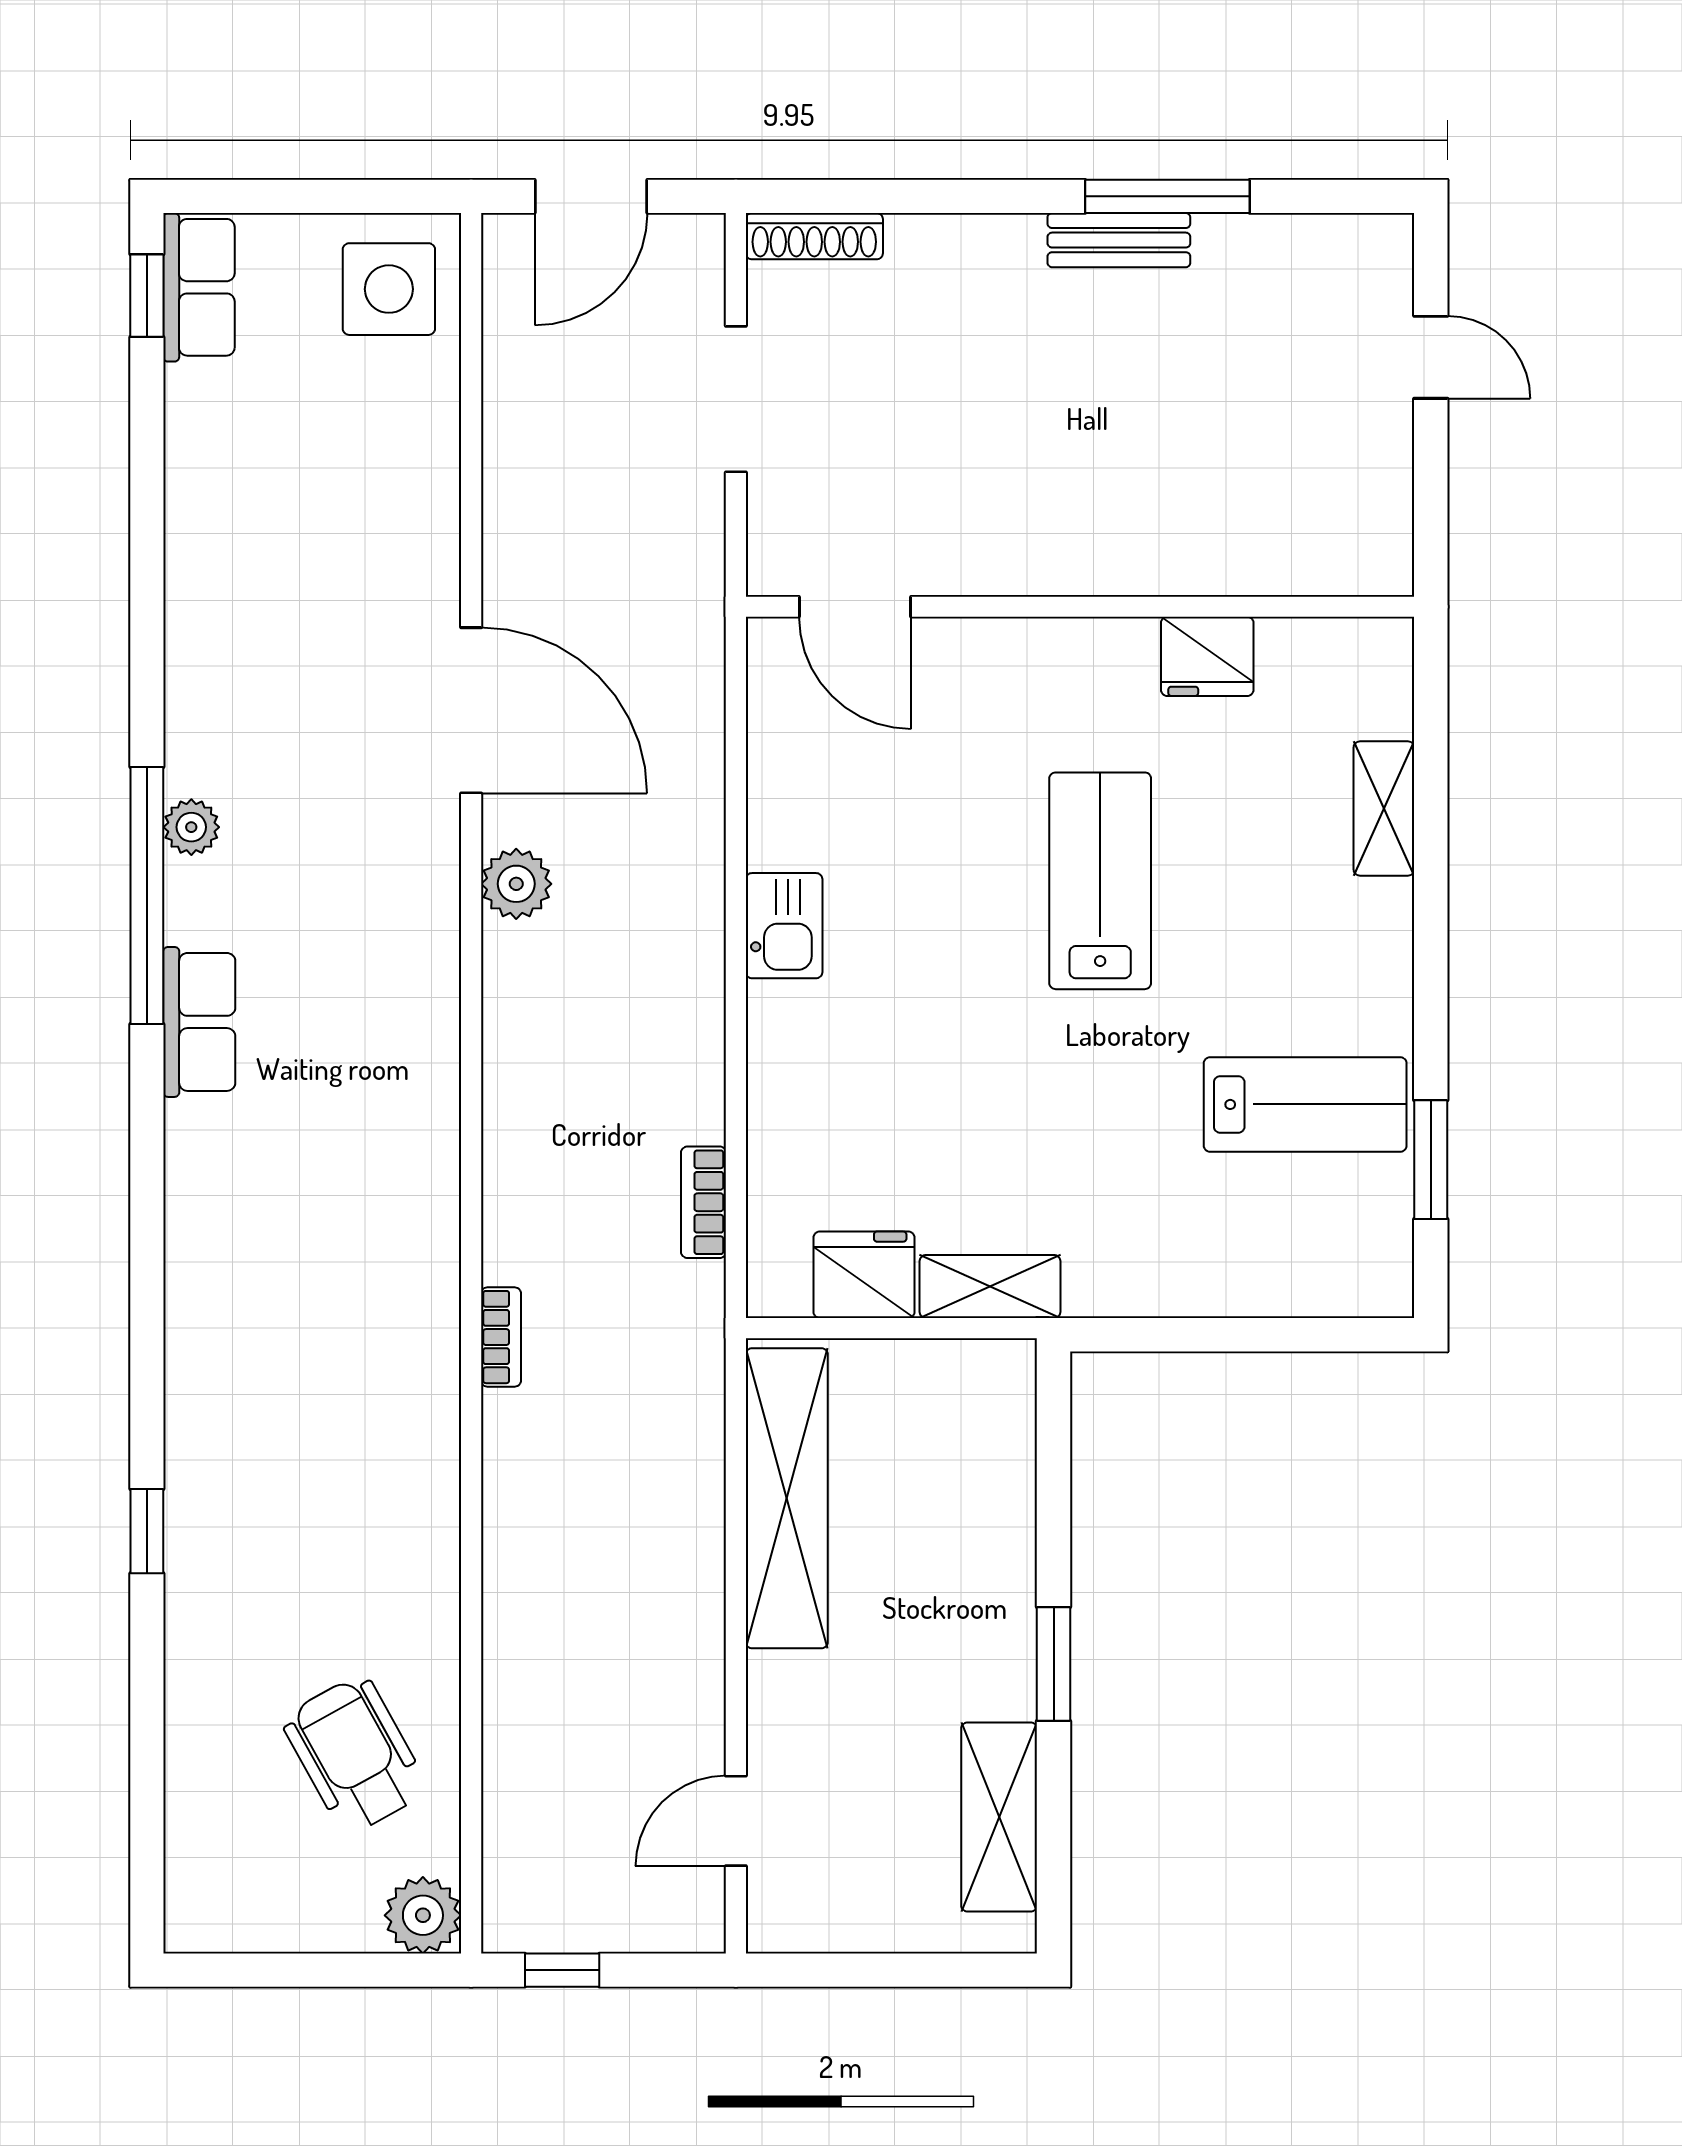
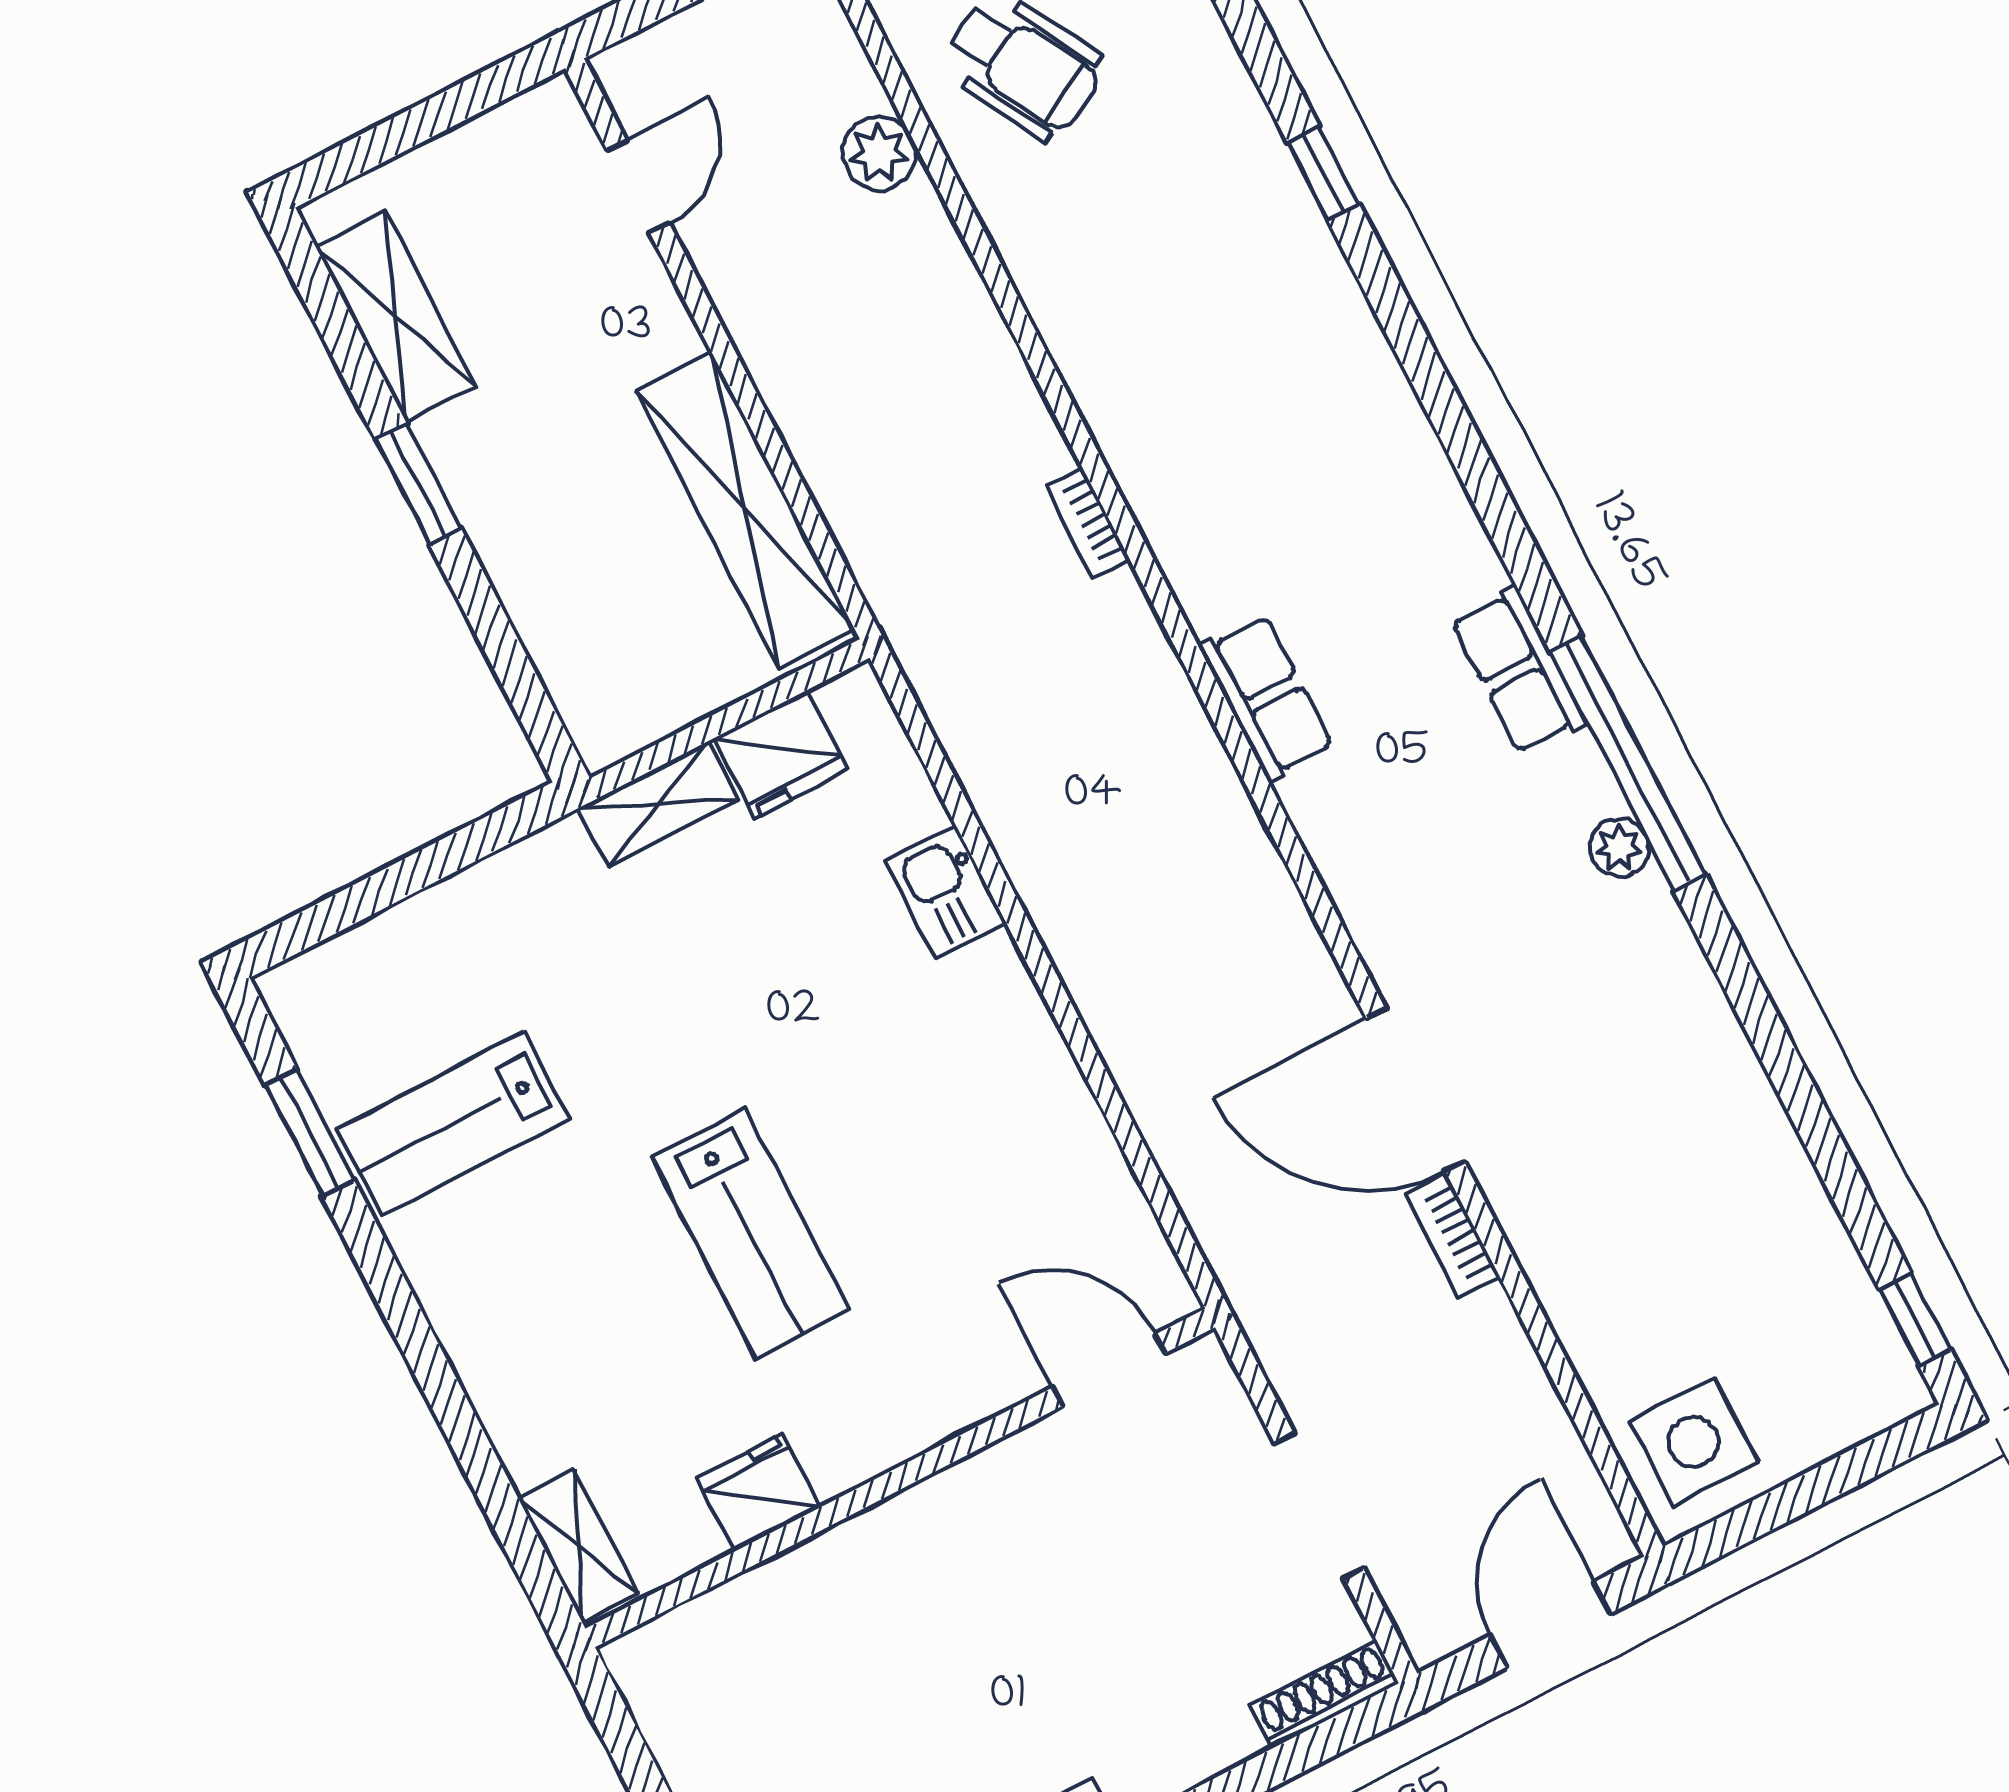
row of seats: (199, 287) -> (1266, 697), moved, turned 180
shelving: (1384, 808) -> (578, 1546), moved
plant: (516, 884) -> (879, 153), moved
kitchen sink: (784, 926) -> (946, 892), moved
bookcase: (704, 1202) -> (1452, 1235), moved, turned 180

